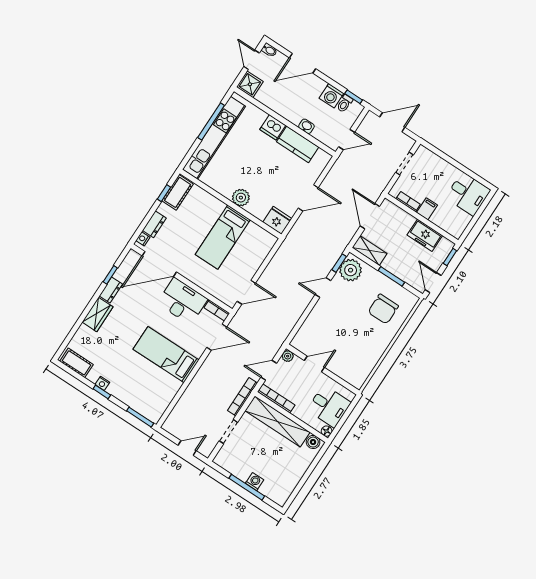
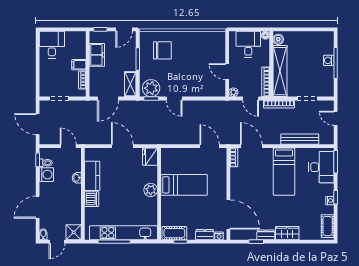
door: (302, 63) -> (38, 207), swing flipped
desk: (182, 301) -> (321, 167), moved, turned 180
bench: (190, 394) -> (300, 139), added

